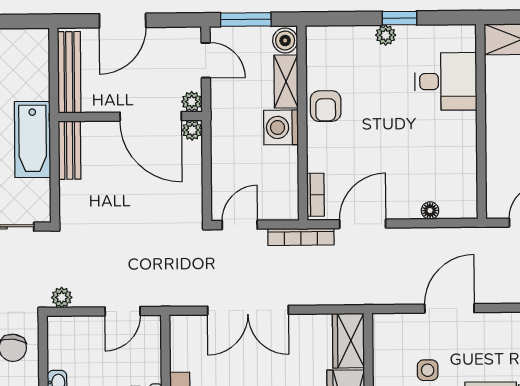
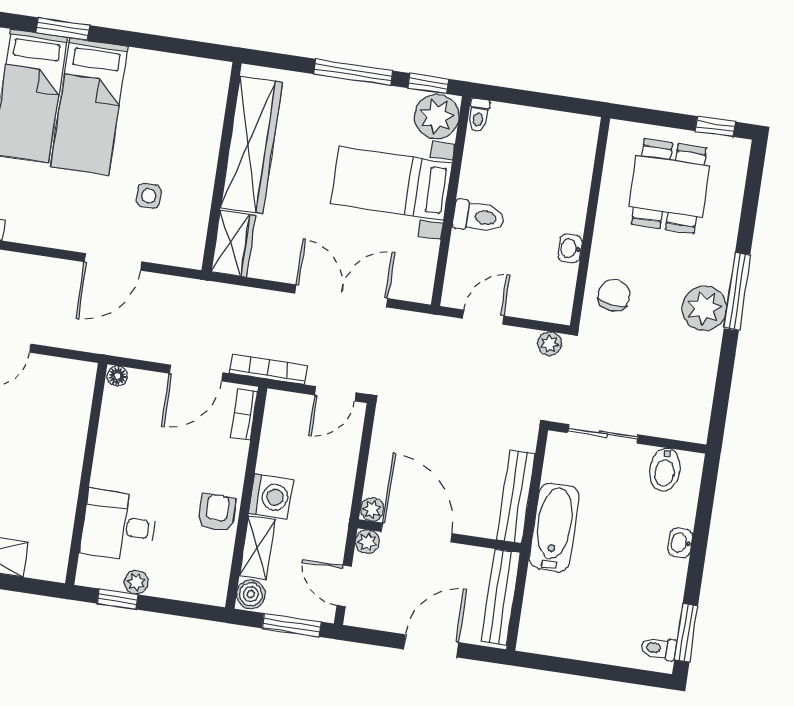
desk: (446, 81) -> (119, 525), moved
wall: (481, 121) -> (86, 474), moved
bench: (70, 150) -> (516, 497), width x1.36

